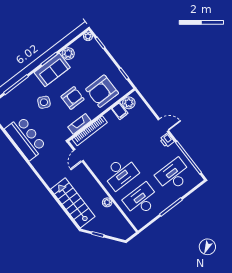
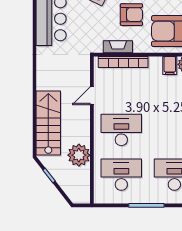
door: (78, 155) -> (92, 96), moved
desk: (120, 173) -> (121, 130), turned 180
plant: (107, 202) -> (79, 155), width x1.88, depth x1.88

